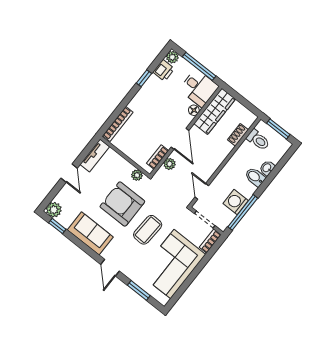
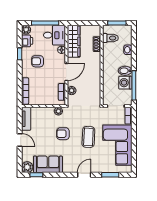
armchair: (157, 102) -> (38, 61), added
door: (180, 139) -> (66, 72), hinge flipped
bidet: (255, 177) -> (125, 71), moved
door: (202, 191) -> (102, 92), removed
armchair: (122, 204) -> (63, 134), width x0.53, depth x0.53
sofa: (90, 233) -> (48, 164), moved
door: (110, 268) -> (84, 175), swing flipped

